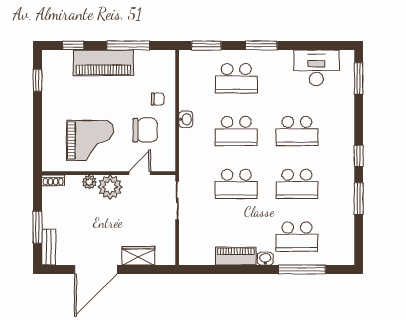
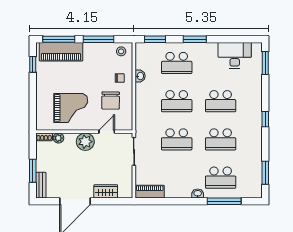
window: (73, 45) -> (59, 39), width x2.17
stool: (160, 62) -> (121, 51), added
piano: (103, 63) -> (61, 52), moved
washbasin: (186, 119) -> (140, 76), moved
chair: (145, 130) -> (111, 100), turned 91
plant: (89, 182) -> (58, 138), moved
window: (359, 199) -> (265, 173), moved
piano: (236, 256) -> (150, 192), moved

